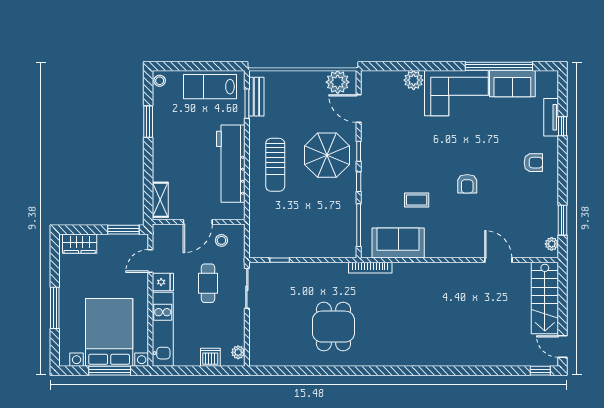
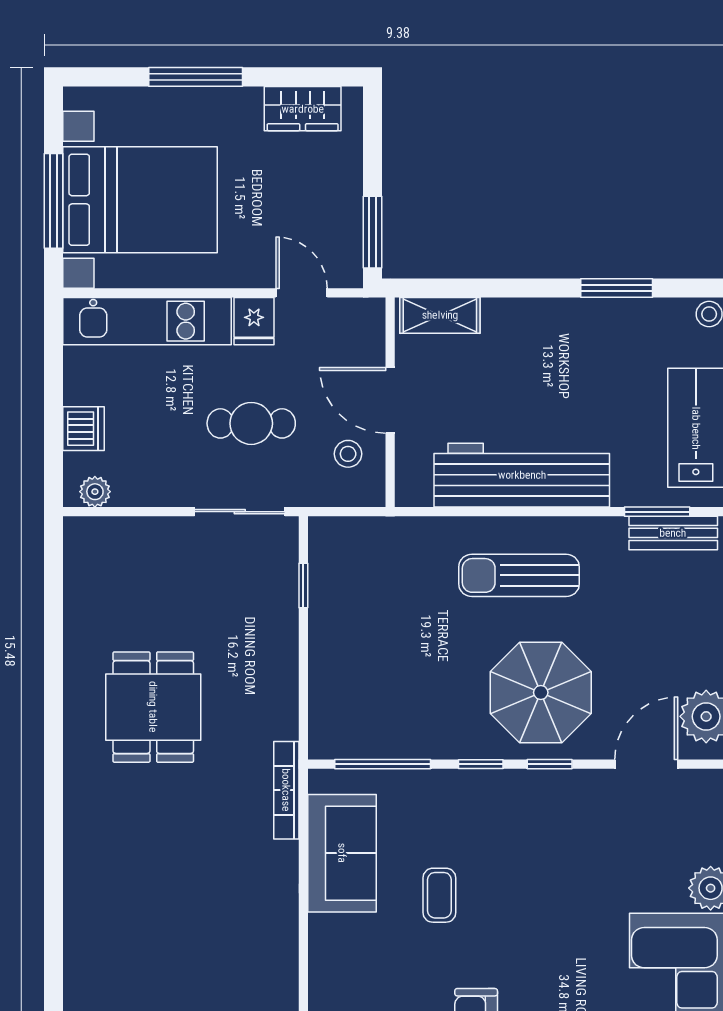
wardrobe: (80, 244) -> (303, 109), moved, turned -90
dining table: (333, 327) -> (153, 707), turned 90

